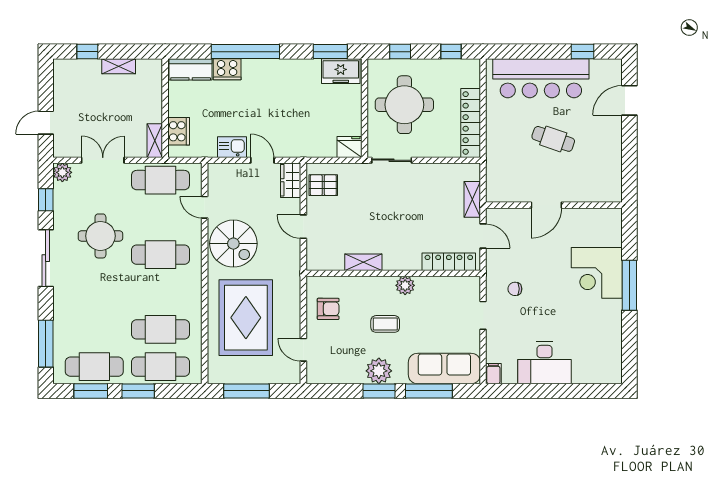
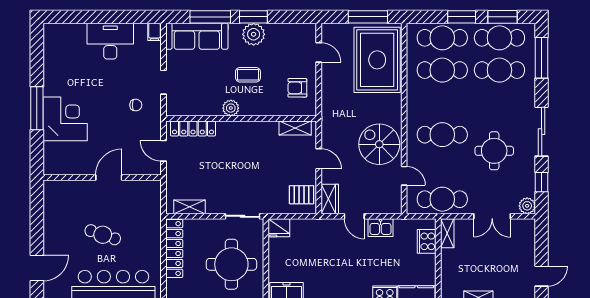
door: (46, 123) -> (542, 276), moved
shelving: (472, 199) -> (189, 207), moved, turned 90
shelving: (363, 262) -> (295, 128), moved
rug: (246, 318) -> (377, 60), moved
cafe table: (94, 329) -> (499, 70), added

